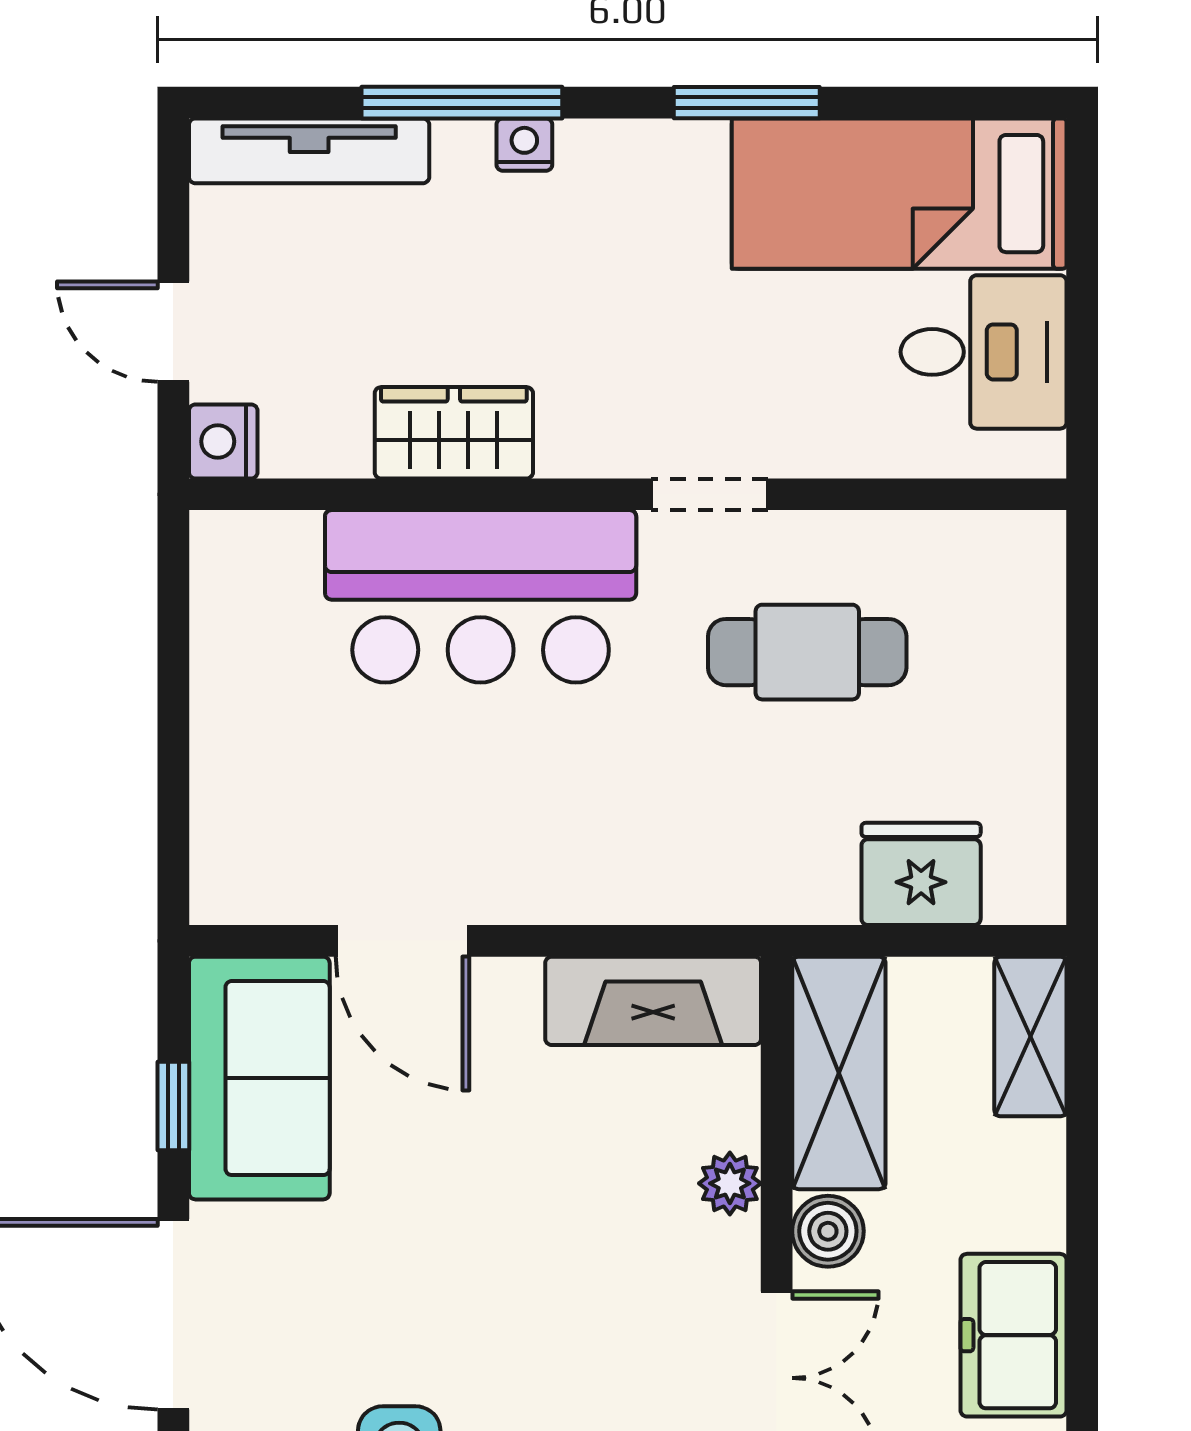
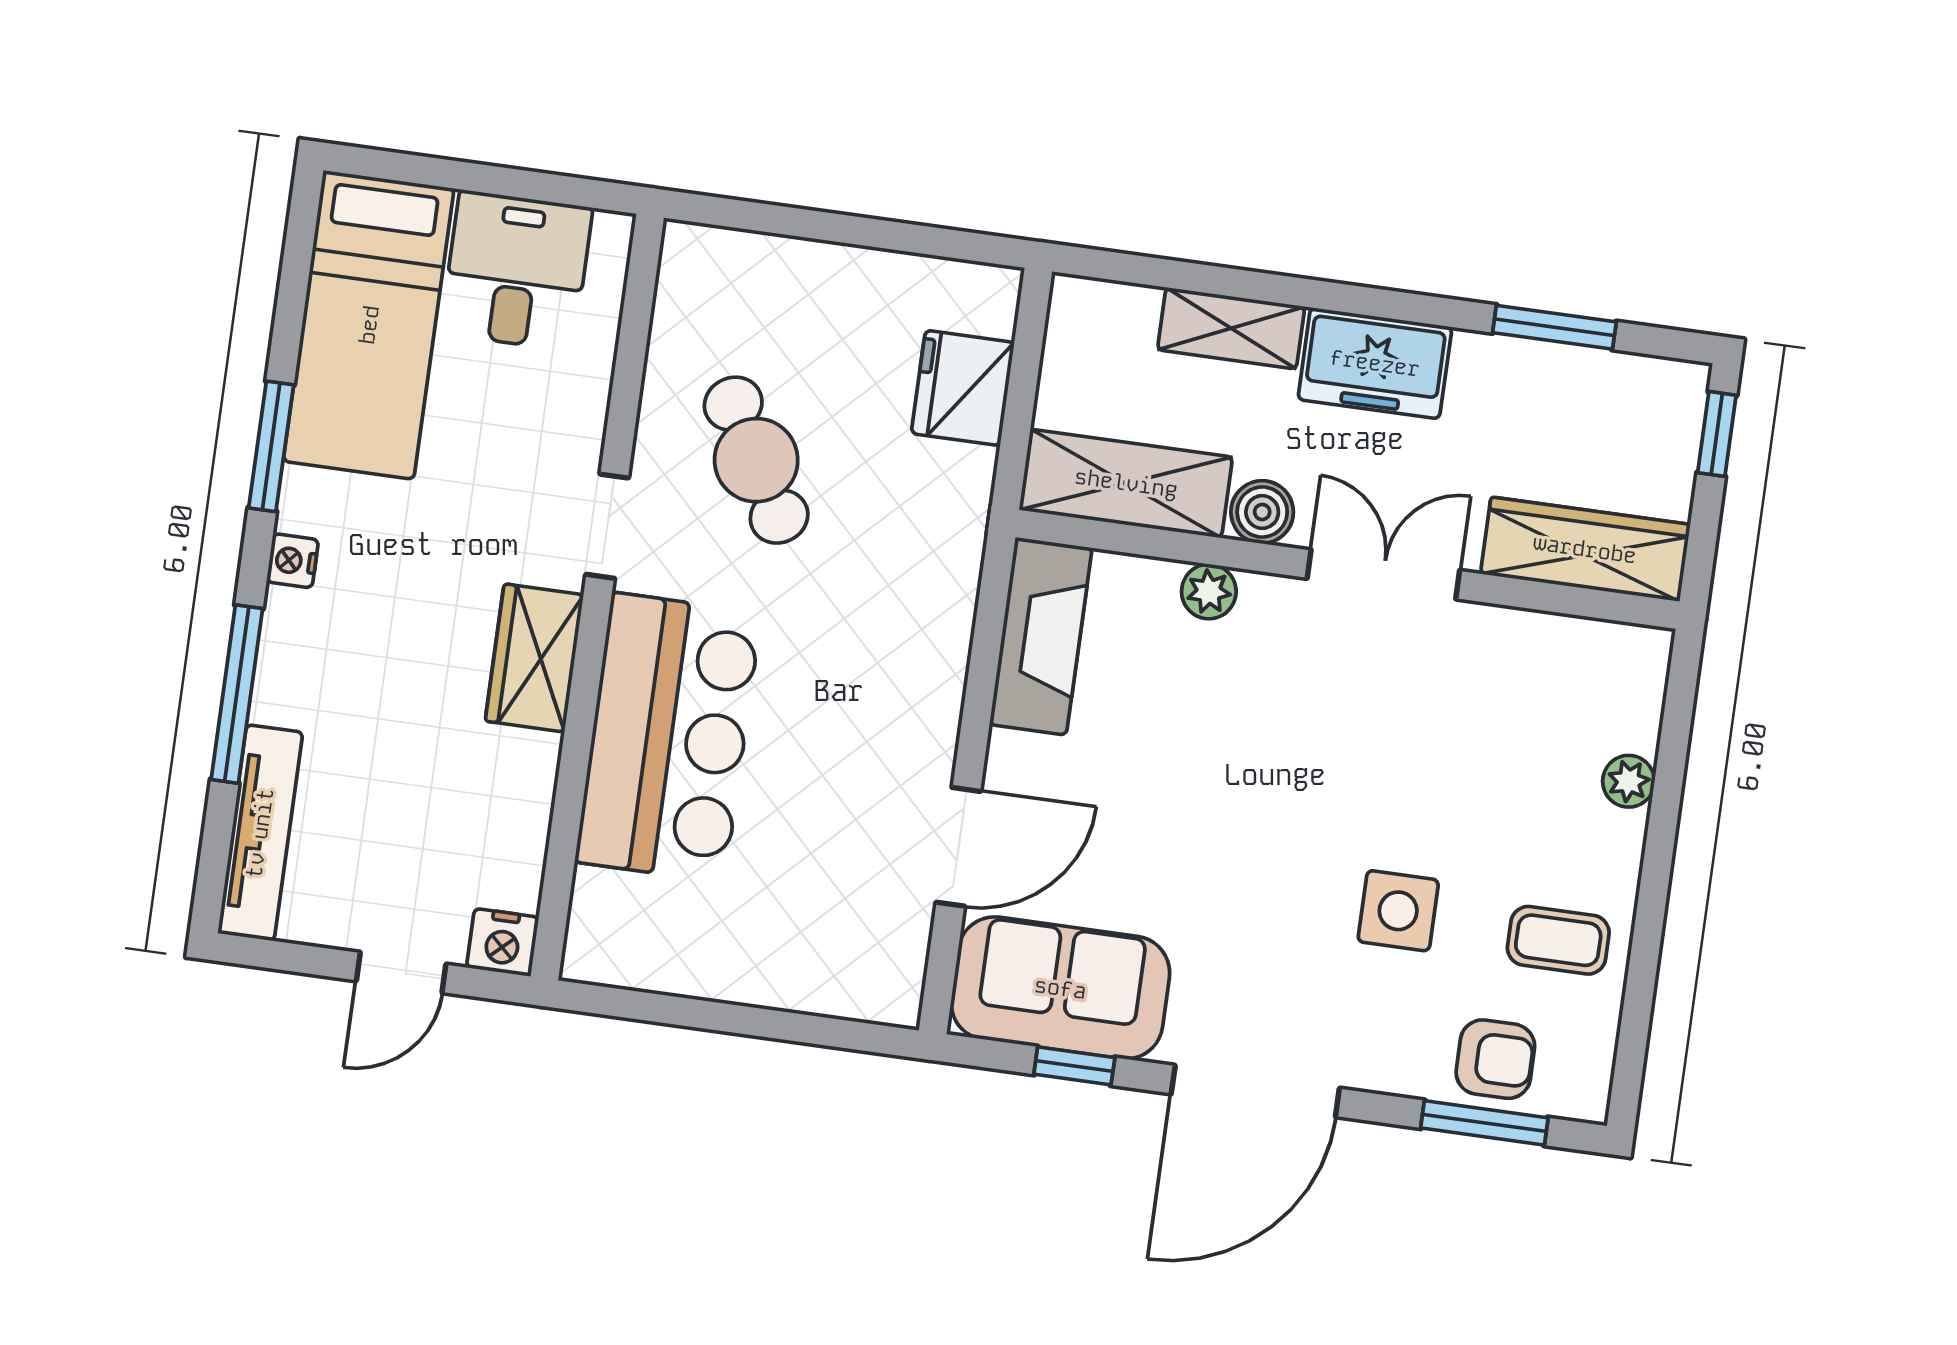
nightstand: (524, 145) -> (292, 561), moved
wardrobe: (454, 433) -> (534, 658), moved
cafe table: (807, 652) -> (756, 460), turned -30
shelving: (1030, 1036) -> (1231, 328), moved

